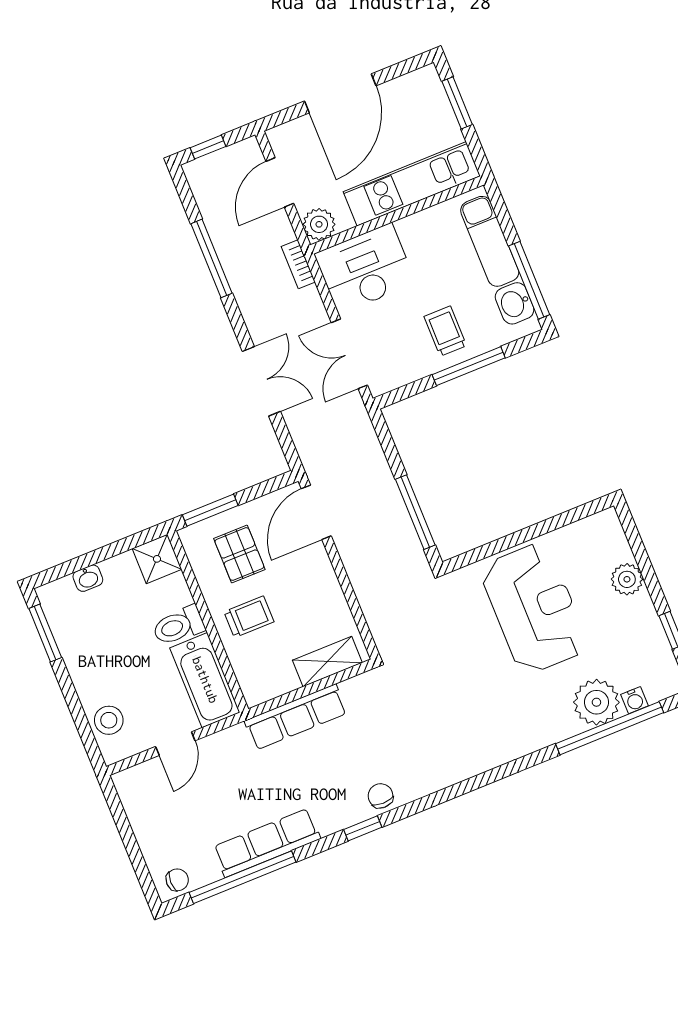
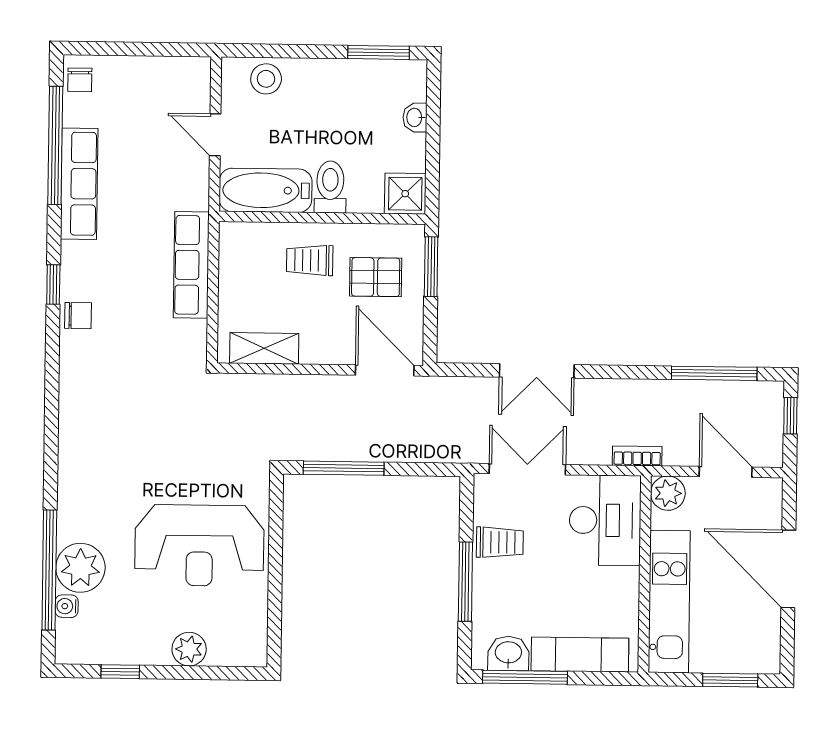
window: (212, 258) -> (714, 373), moved
trolley: (445, 331) -> (500, 542), moved
trolley: (249, 617) -> (310, 260), turned 90
shelving: (327, 661) -> (264, 348), moved, turned 90

